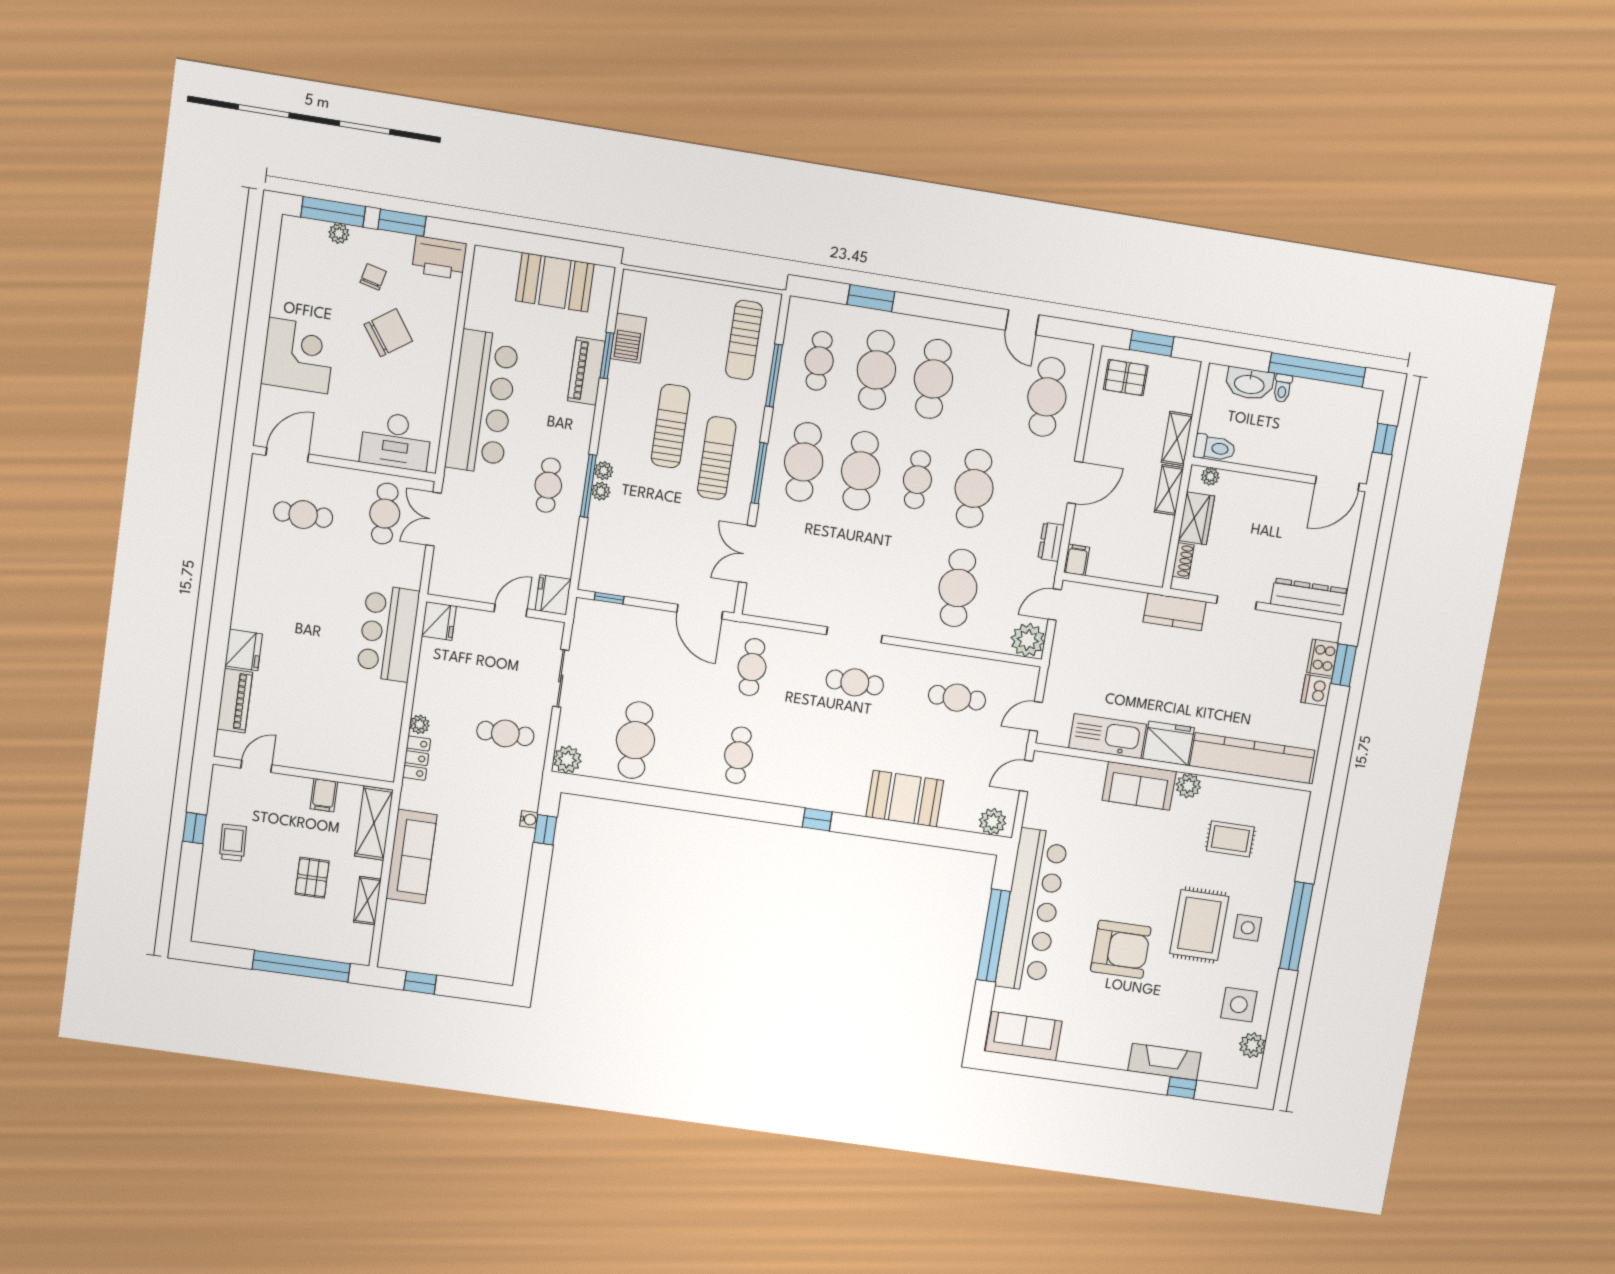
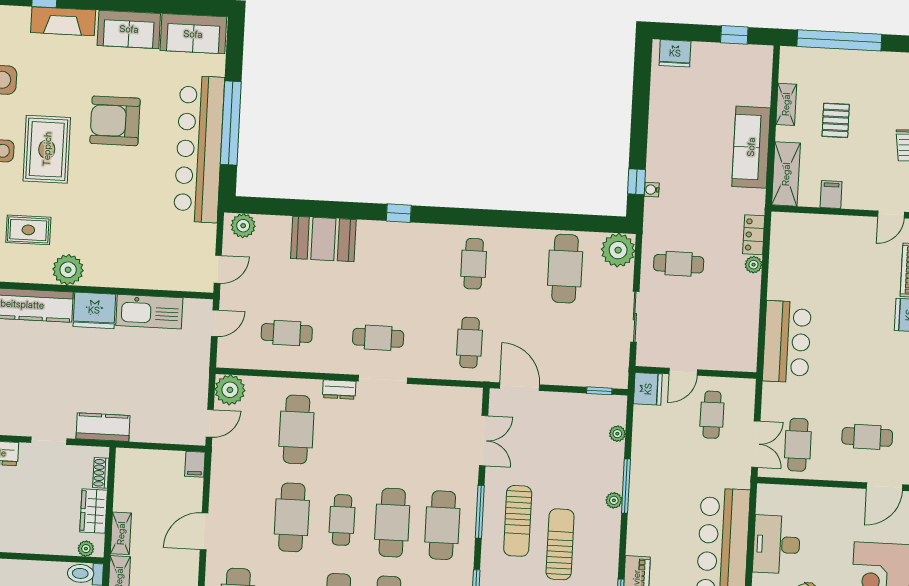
sun lounger: (671, 426) -> (560, 544), turned 180
desk: (396, 441) -> (777, 544), moved, turned -90
cafe table: (548, 485) -> (712, 415), moved
plant: (601, 491) -> (617, 434), moved
dresser: (1051, 542) -> (339, 389), moved, turned 90
fridge: (439, 621) -> (675, 53), moved, turned -90
plant: (567, 760) -> (618, 250), width x1.36, depth x1.36
sofa: (1139, 786) -> (129, 29), moved, turned 180
plant: (1188, 786) -> (68, 270), width x1.36, depth x1.36

